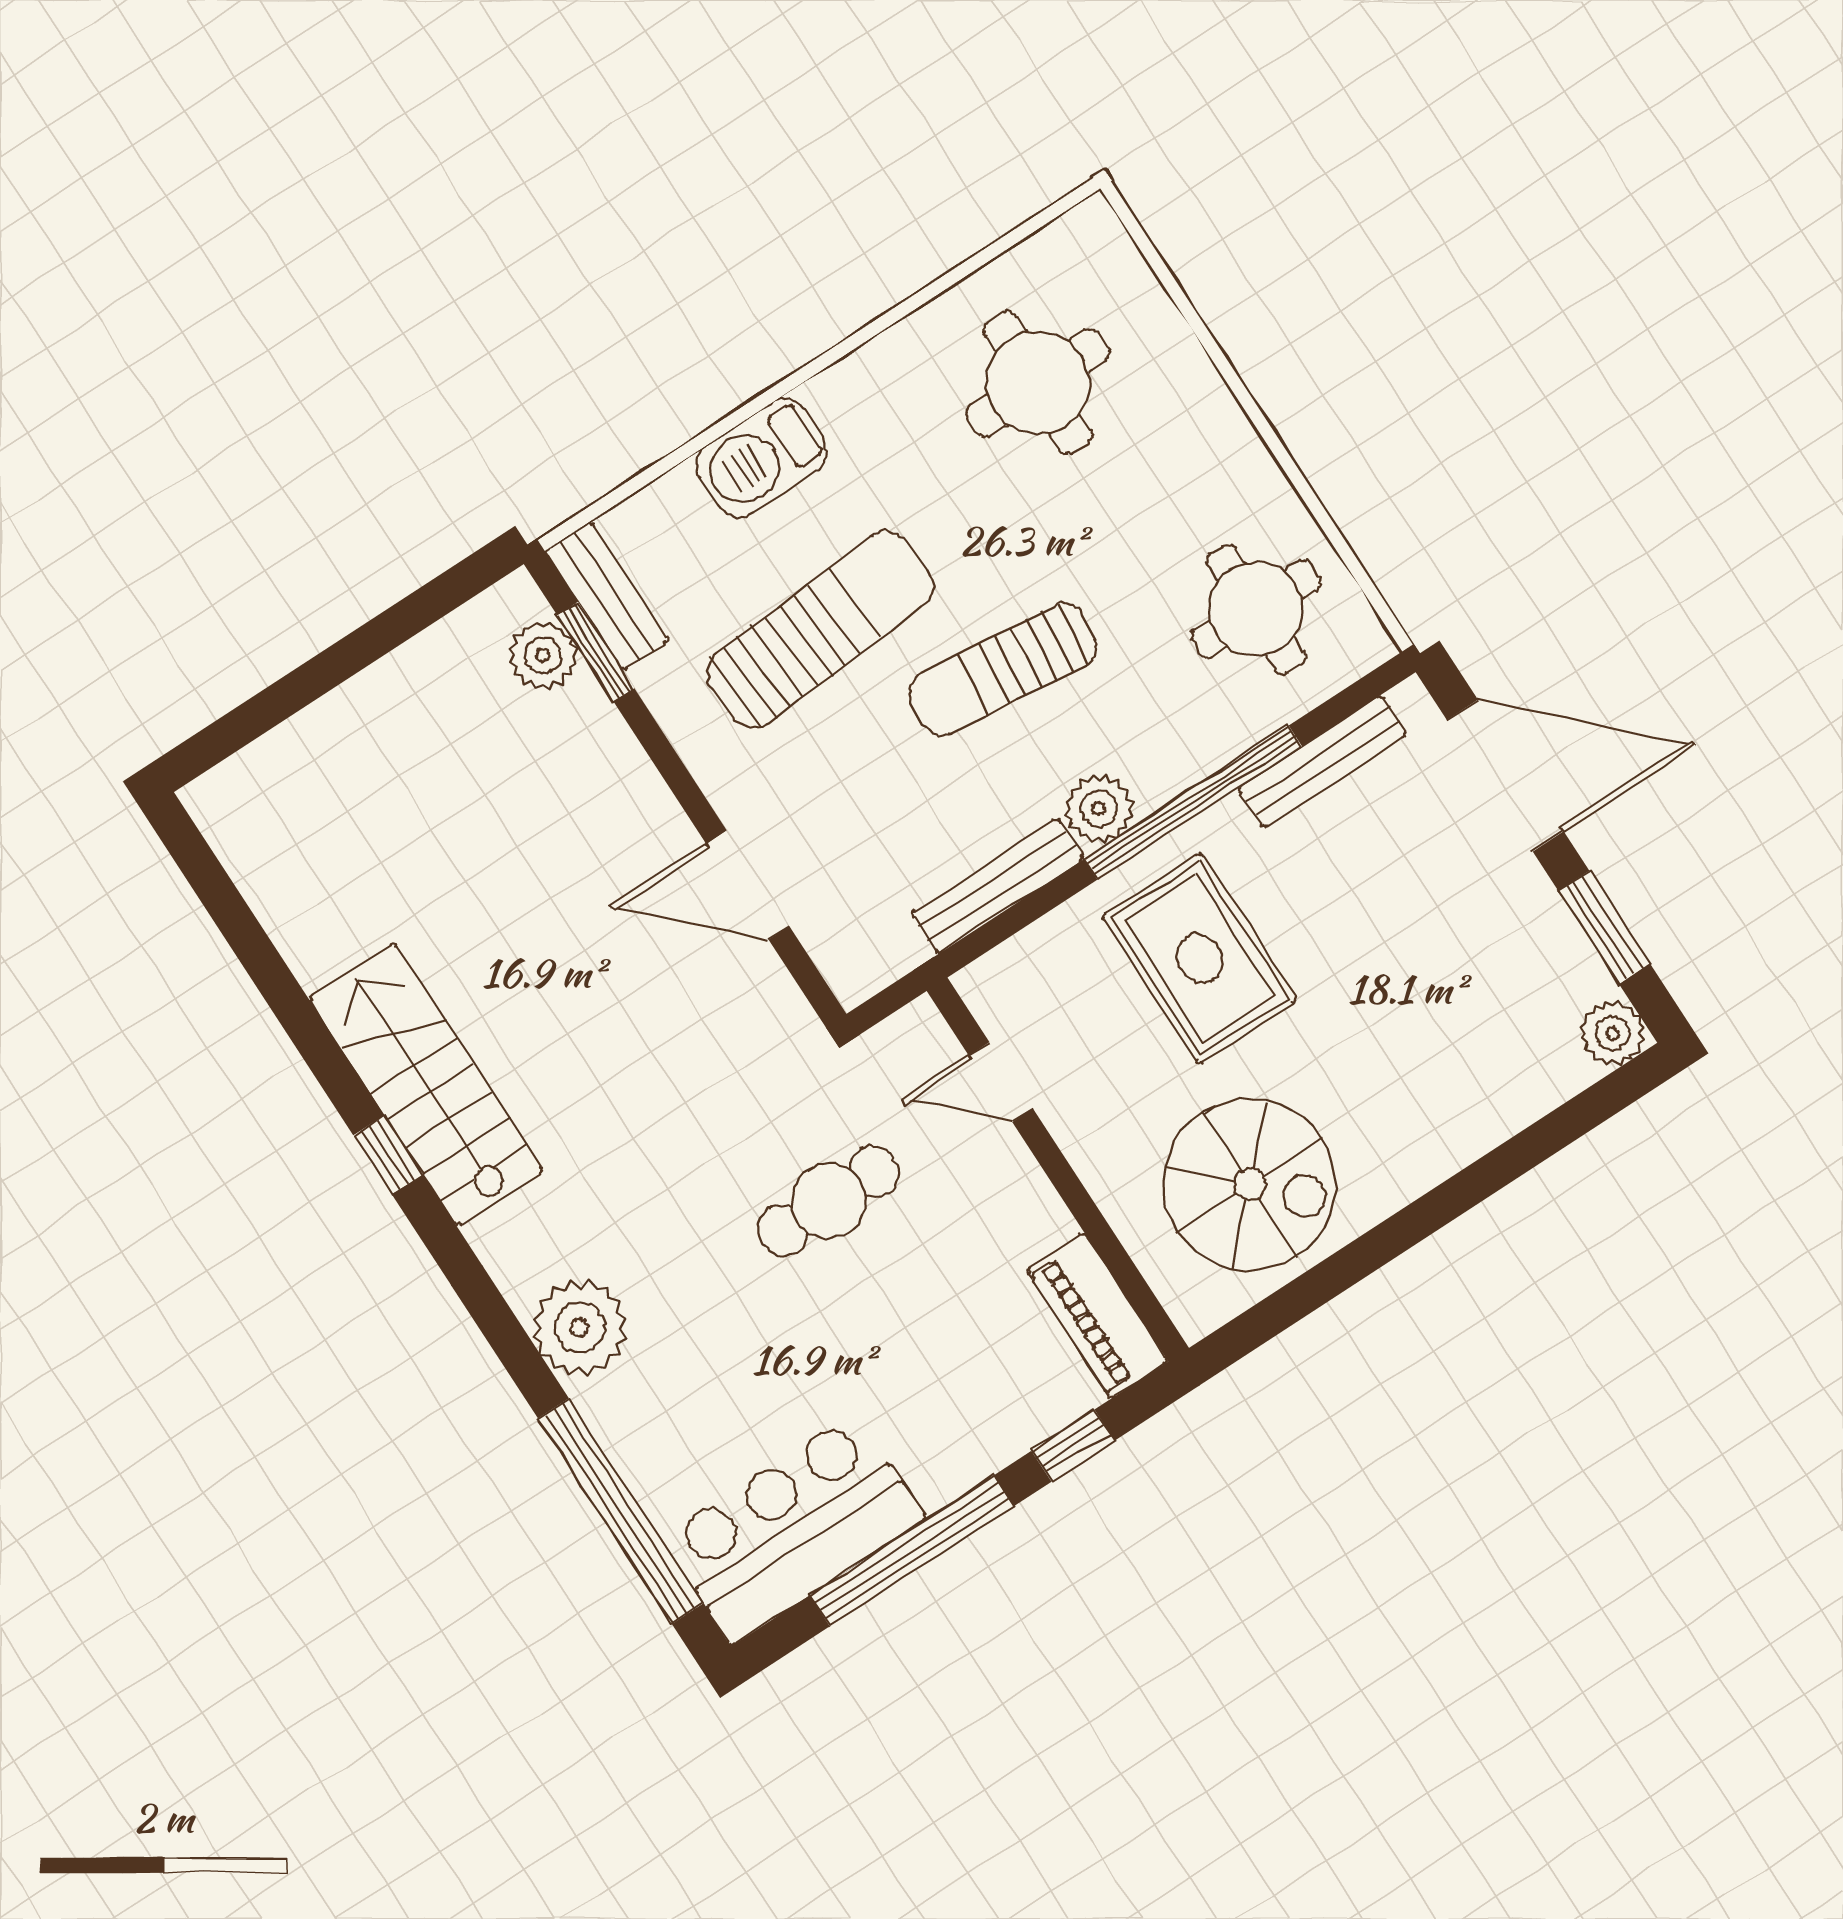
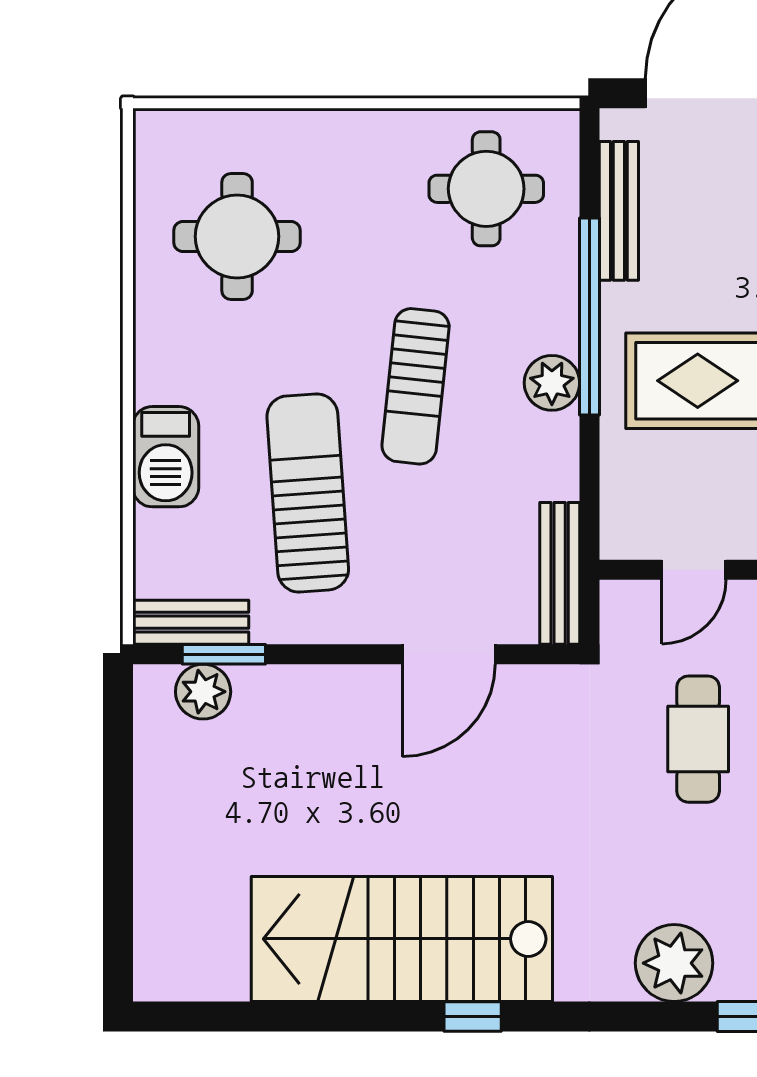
bench: (998, 886) -> (560, 573), moved
stairs: (426, 1085) -> (402, 939), width x1.36, depth x1.51

